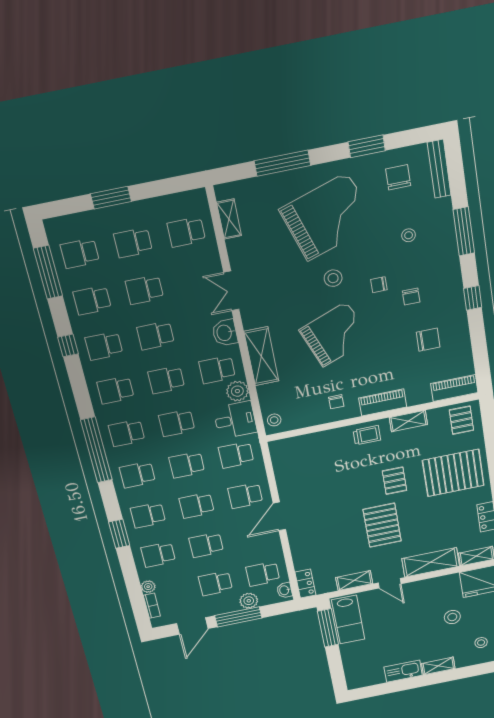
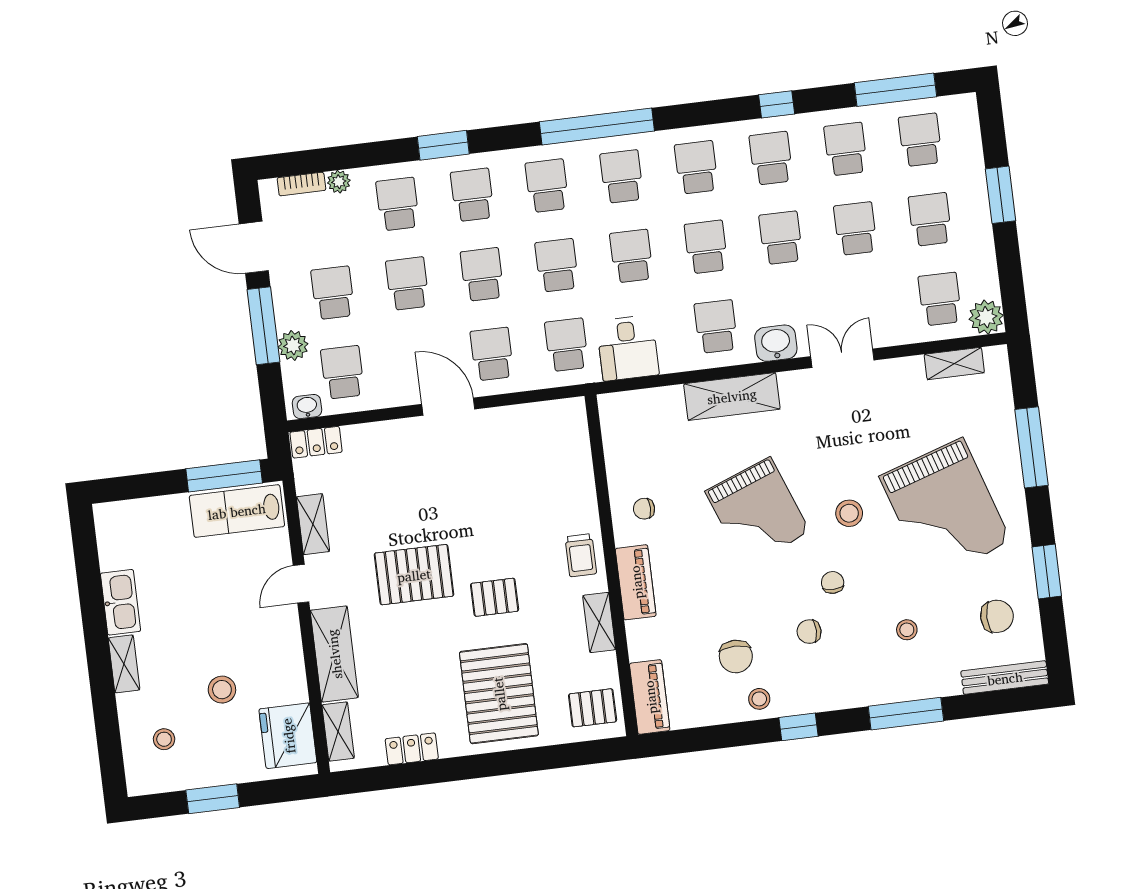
plant: (237, 391) -> (986, 317), moved
stool: (274, 420) -> (759, 699), moved

